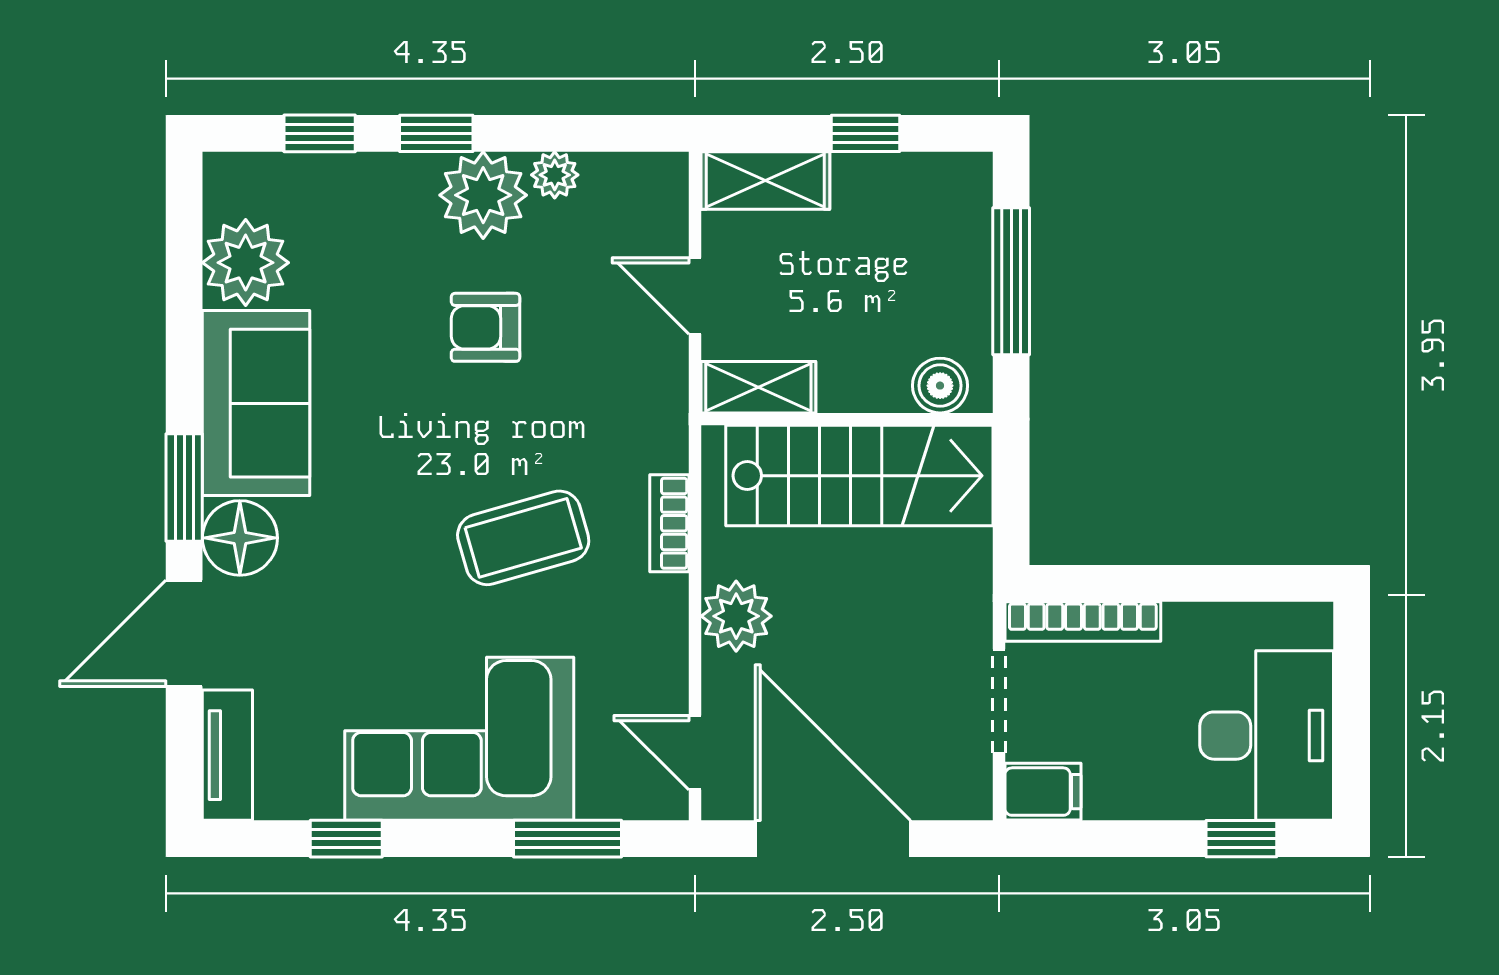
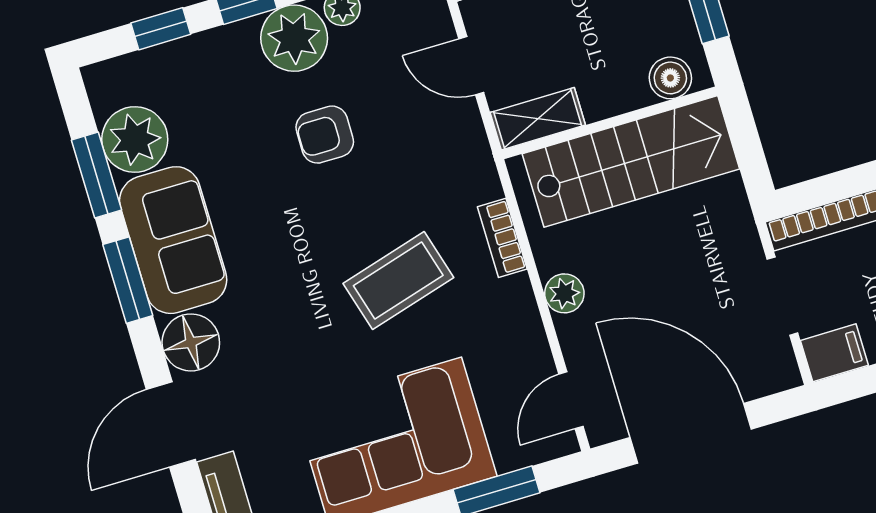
window: (184, 293) -> (96, 175), added
window: (184, 488) -> (128, 280), moved
plant: (736, 616) -> (564, 293), width x0.73, depth x0.73
door: (695, 753) -> (571, 400), hinge flipped

